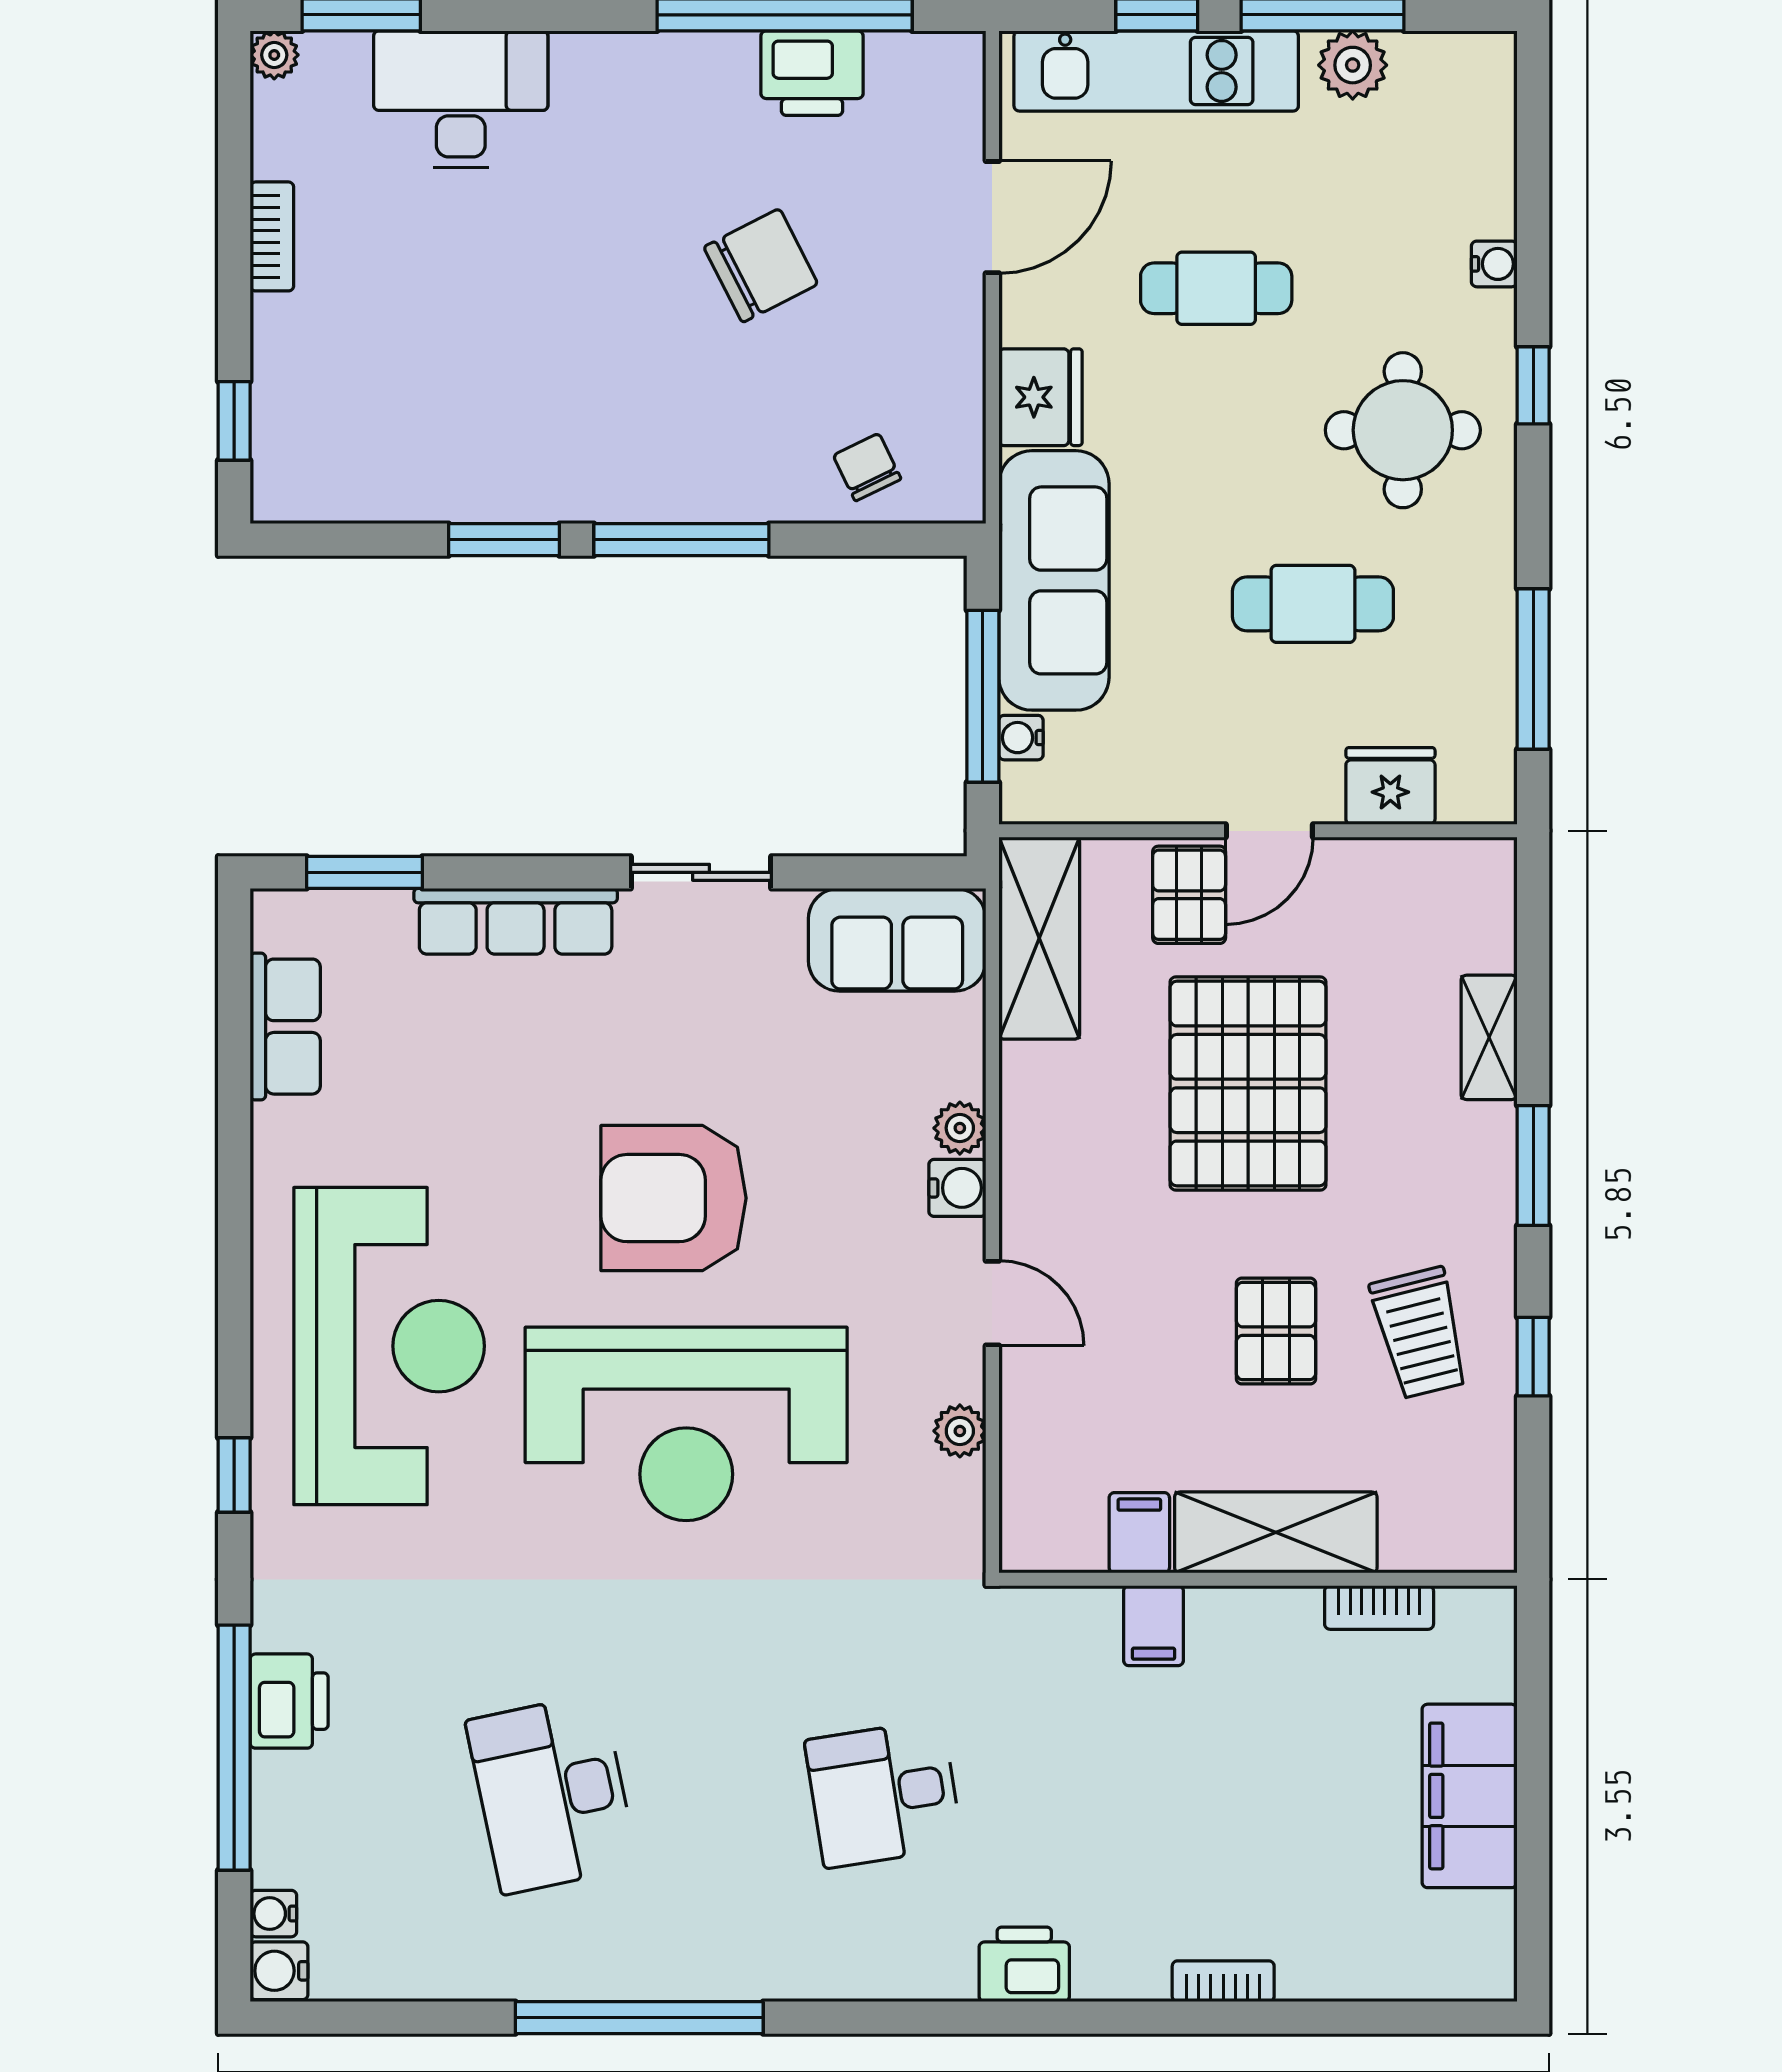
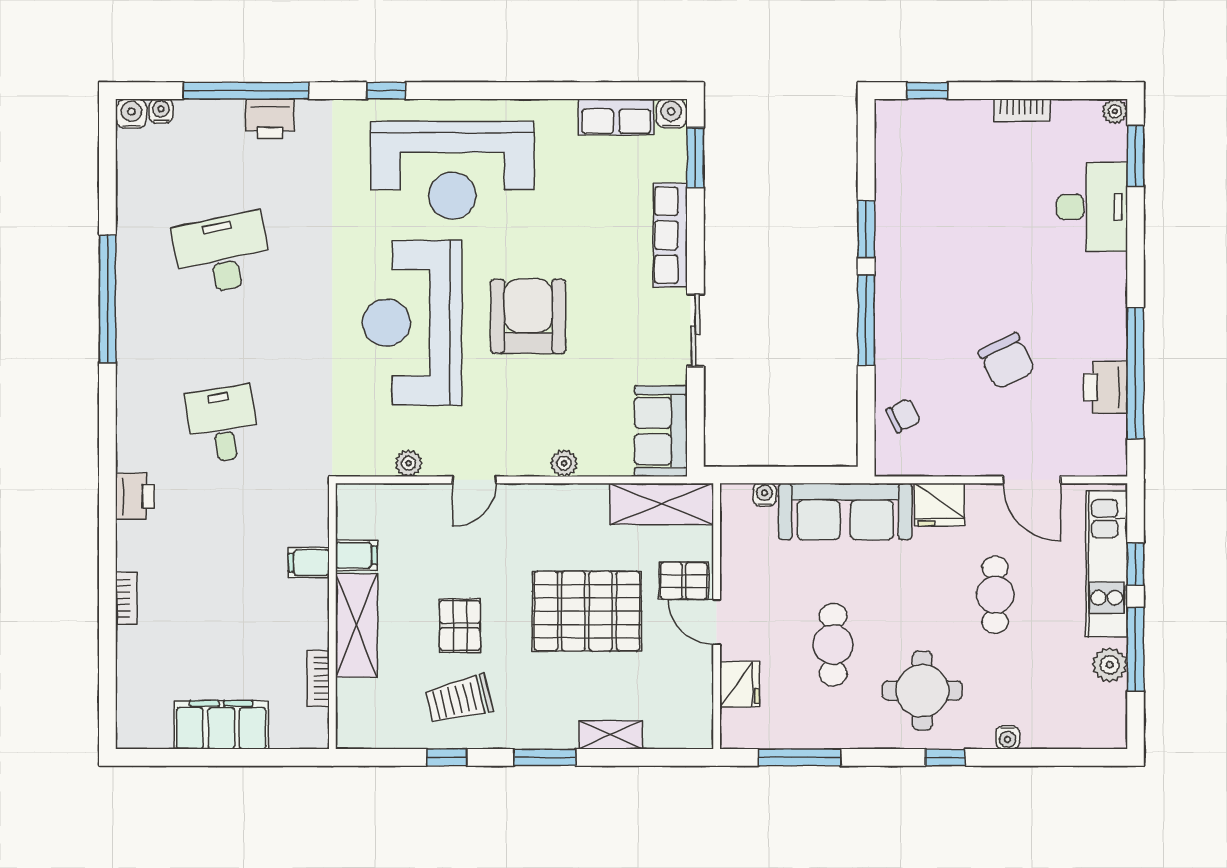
window: (983, 696) -> (786, 475), removed
water cooler: (957, 1188) -> (671, 114), moved, turned 180
pallet: (1276, 1331) -> (460, 625), turned 90

